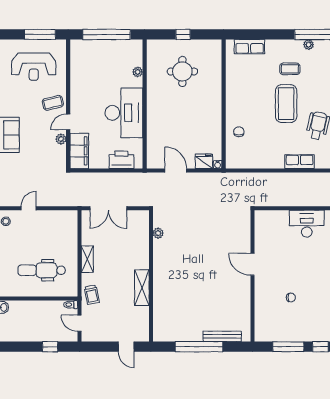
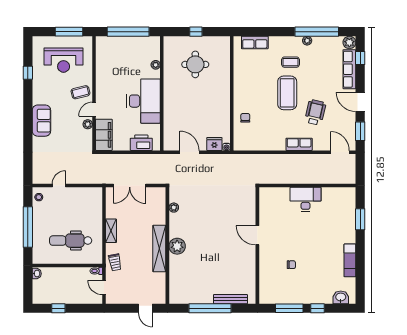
plant: (162, 277) -> (177, 246), added
shelving: (142, 288) -> (159, 249), width x1.47
window: (50, 347) -> (58, 308), moved

